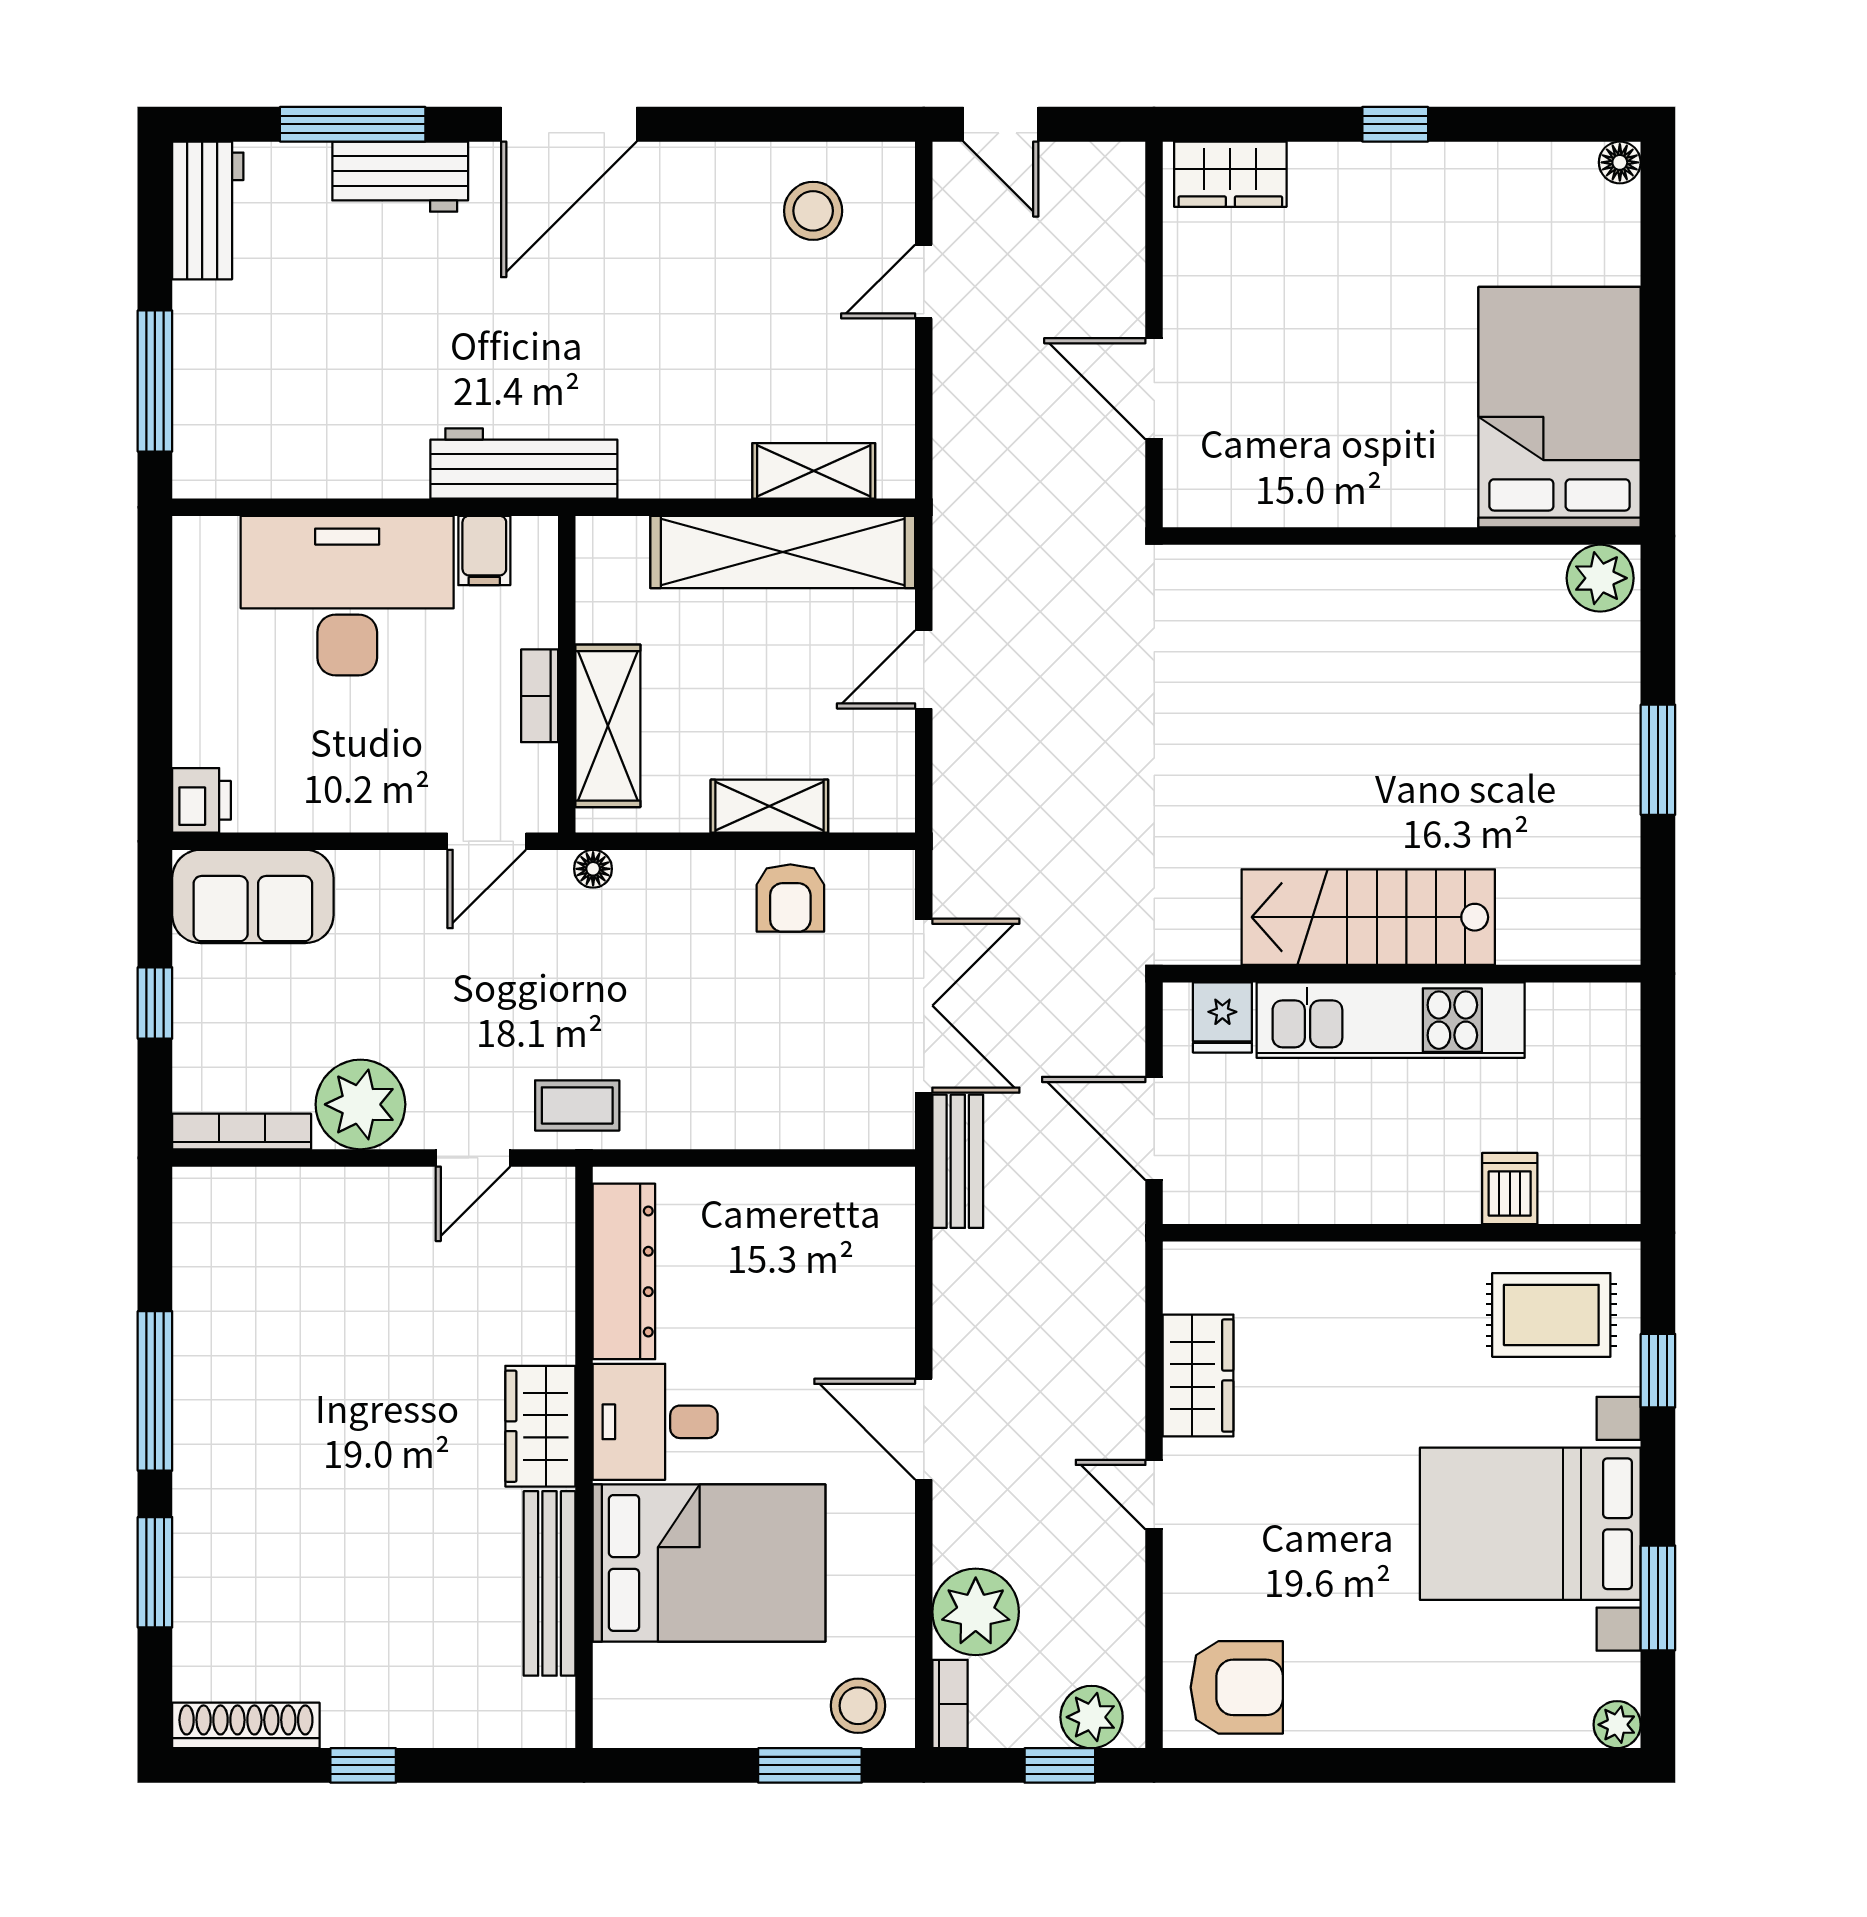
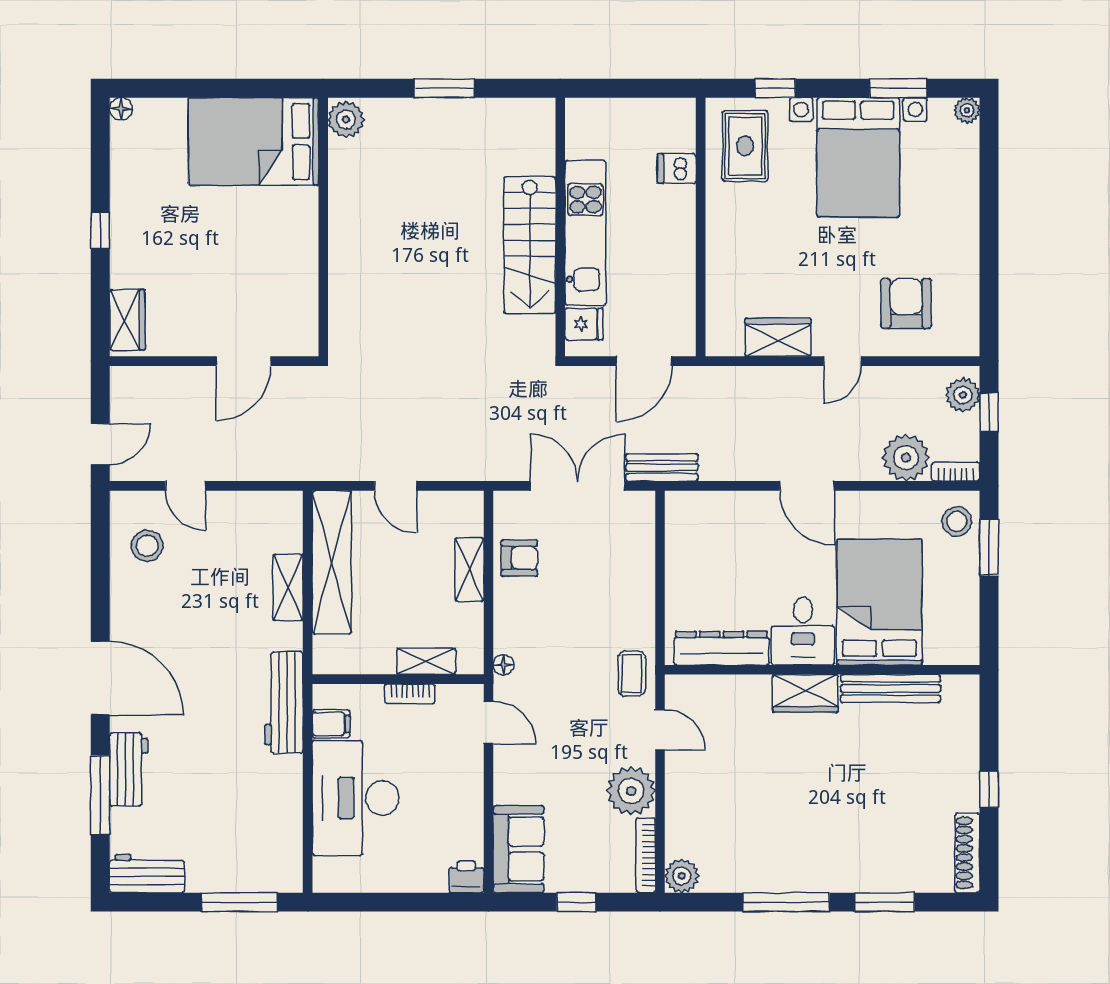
shelving: (814, 471) -> (288, 587), moved
shelving: (608, 726) -> (426, 661), width x0.67, depth x0.75
plant: (203, 1198) -> (682, 876), added
door: (924, 1429) -> (807, 486), hinge flipped
armchair: (1237, 1687) -> (906, 303), moved

